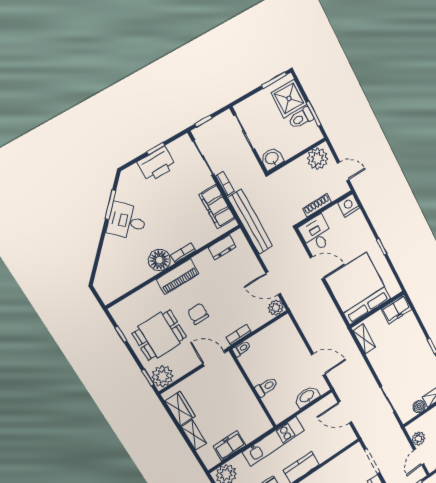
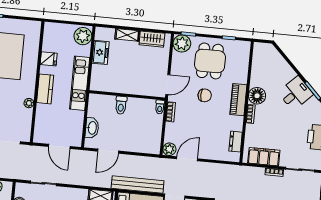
bench: (250, 222) -> (138, 184), moved
door: (345, 412) -> (59, 146), swing flipped
plant: (324, 471) -> (29, 103), added

